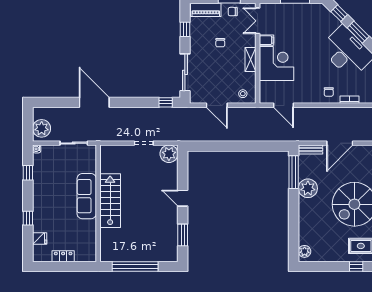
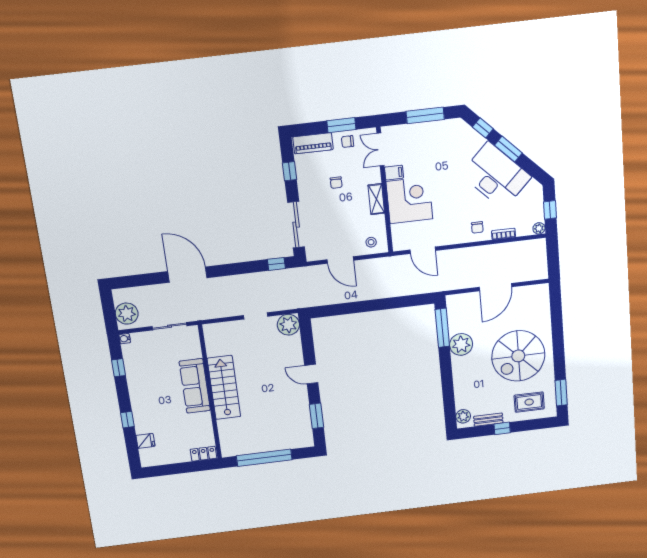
bench: (311, 149) -> (488, 420), moved
locker: (63, 256) -> (203, 454), moved
window: (356, 267) -> (502, 428), moved

